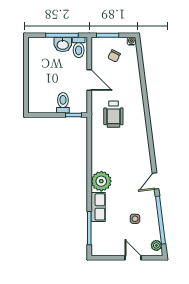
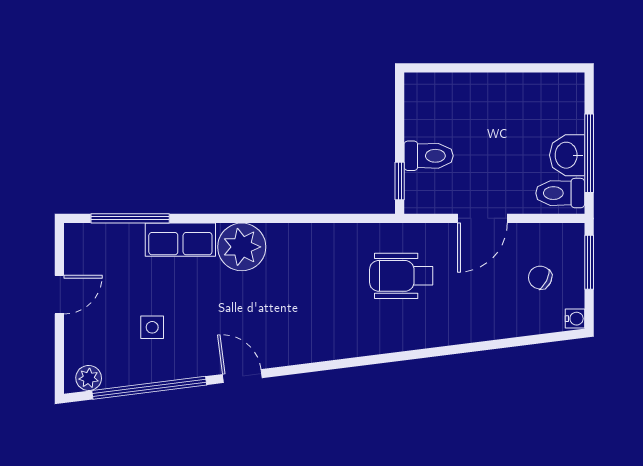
door: (133, 258) -> (59, 295), moved

